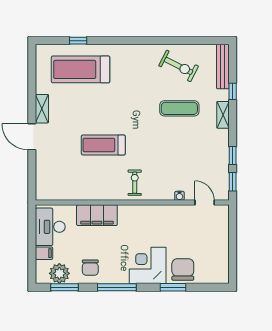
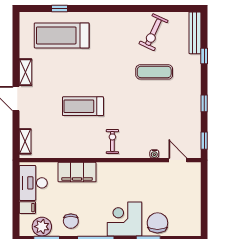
exercise bike: (179, 66) -> (153, 32), turned 88
shelving: (223, 115) -> (25, 141), moved
window: (233, 156) -> (204, 103), moved

